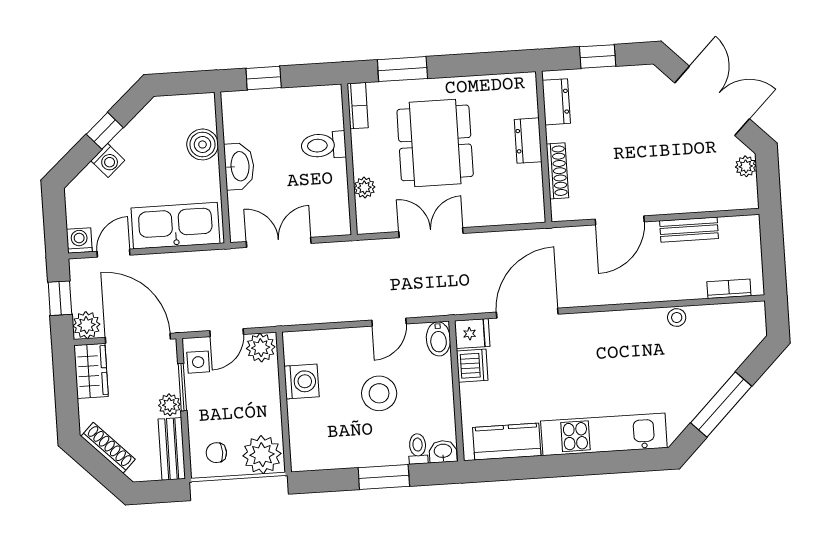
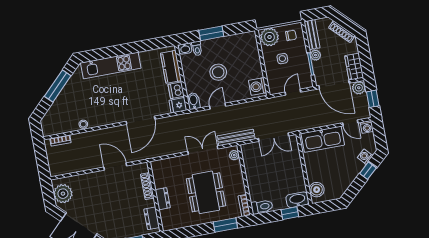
window: (105, 131) -> (368, 171), moved
boiler: (203, 144) -> (317, 190), moved
toilet: (324, 145) -> (262, 207), moved
washing machine: (108, 160) -> (365, 157), moved
washbasin: (239, 166) -> (297, 200), moved, turned 90
plant: (746, 166) -> (63, 194), width x1.87, depth x1.87
plant: (364, 188) -> (234, 155), moved
door: (620, 220) -> (115, 166), hinge flipped
bench: (689, 230) -> (236, 138), moved, width x1.36
double door: (431, 233) -> (203, 150), swing flipped
door: (113, 253) -> (350, 123), hinge flipped
door: (527, 313) -> (140, 120), moved
plant: (261, 348) -> (276, 87), removed
side table: (198, 362) -> (282, 59), moved
washing machine: (302, 382) -> (258, 86), moved
kitchen counter: (507, 442) -> (171, 67), moved, turned 90

